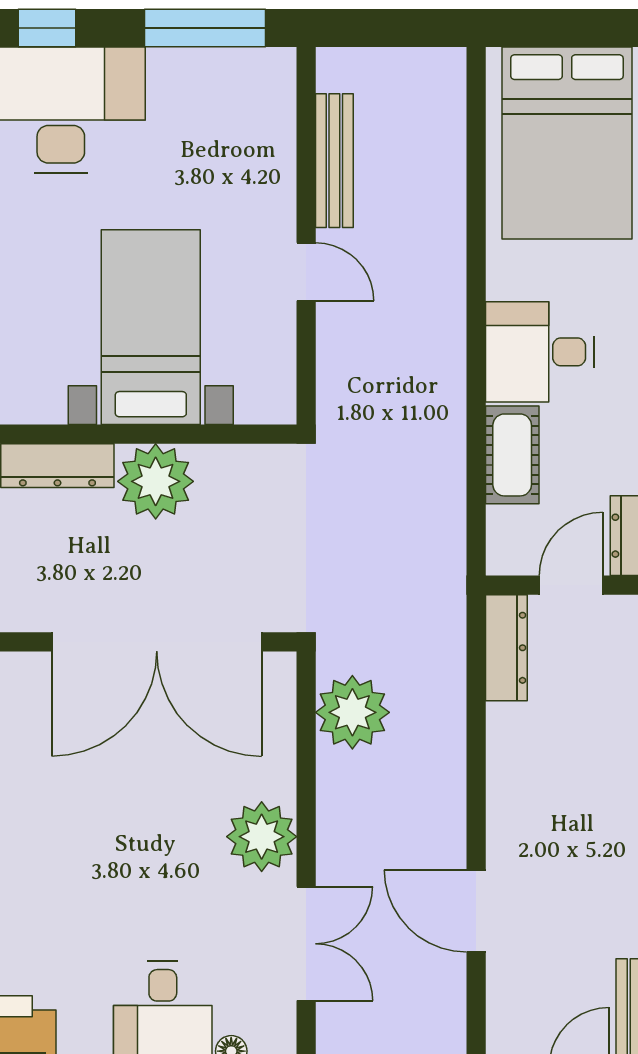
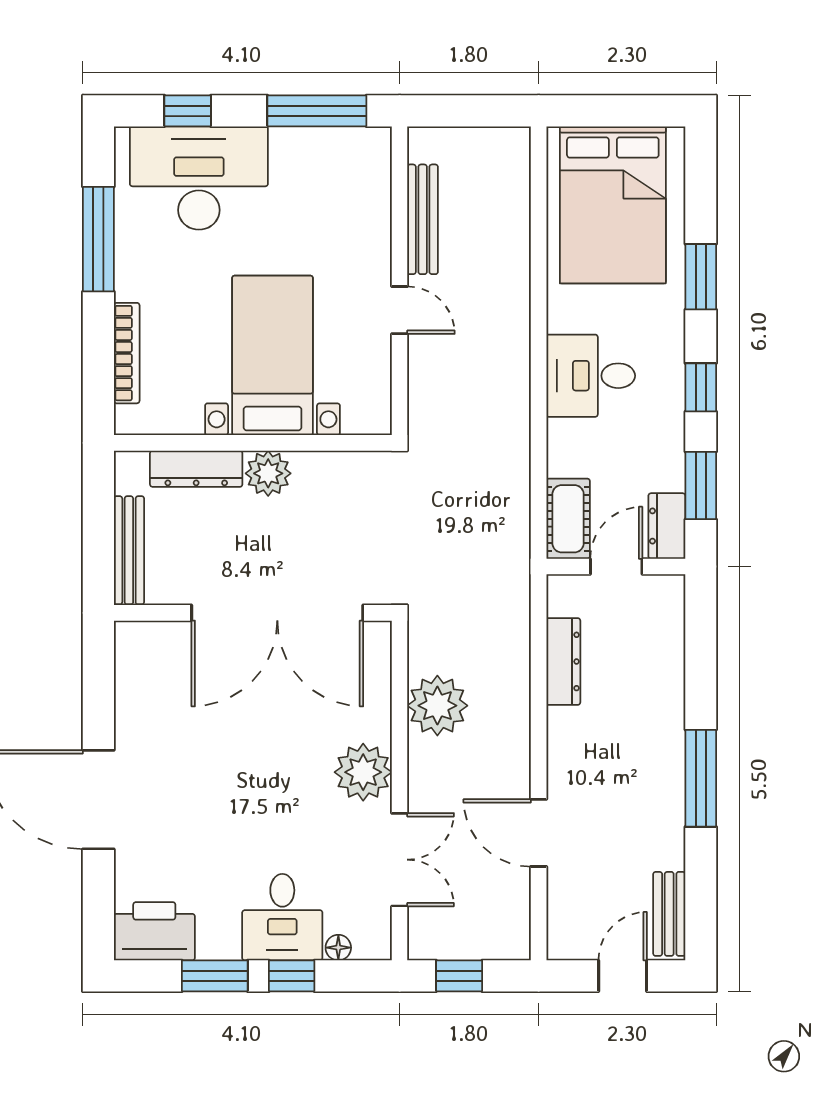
cot: (512, 455) -> (568, 519), moved
plant: (156, 481) -> (268, 473), width x0.73, depth x0.73
dresser: (506, 648) -> (563, 661), moved
plant: (352, 712) -> (437, 706), moved

